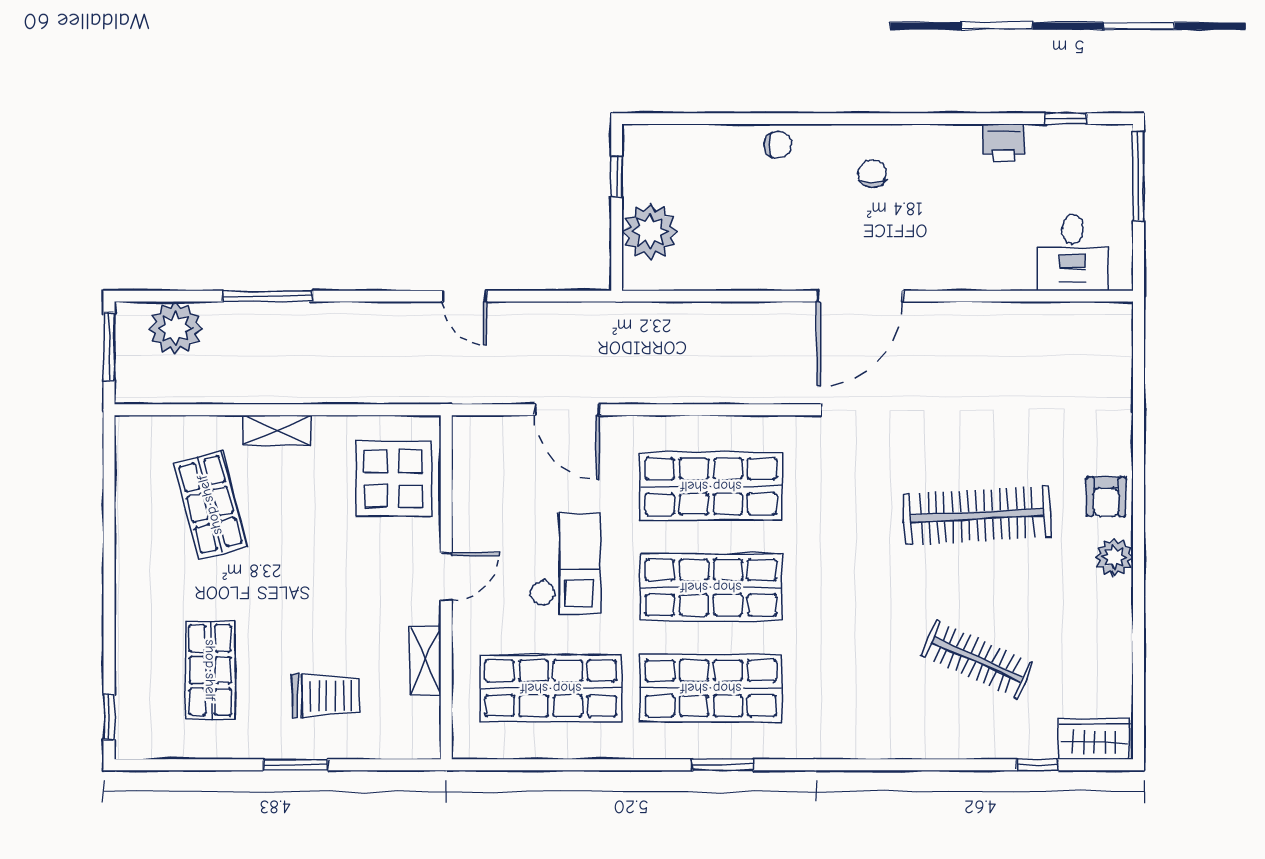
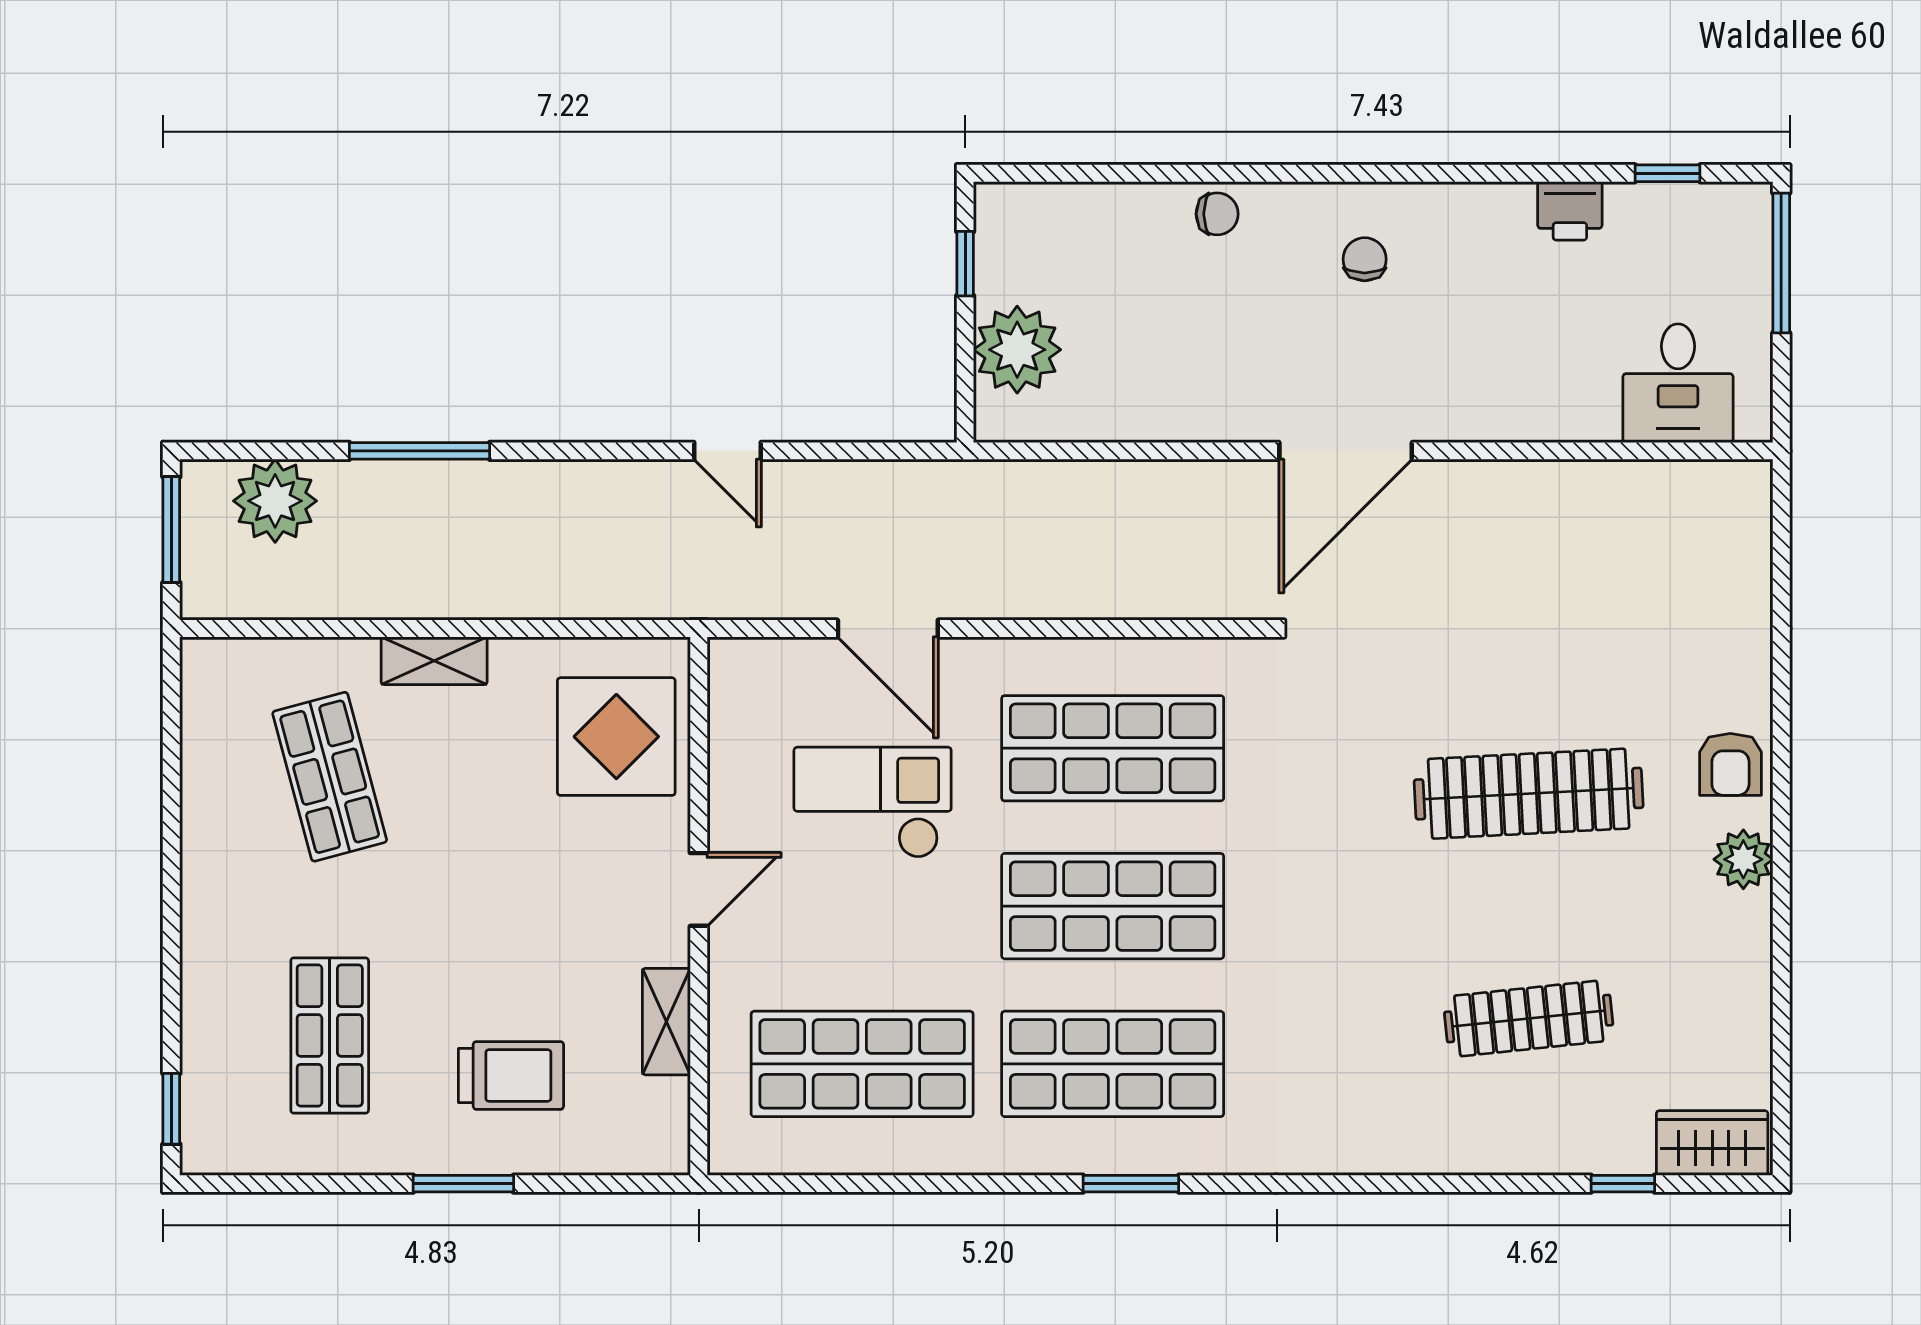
checkout: (565, 564) -> (873, 802), moved, turned -90
clothes rail: (977, 659) -> (1529, 1019), turned -30

